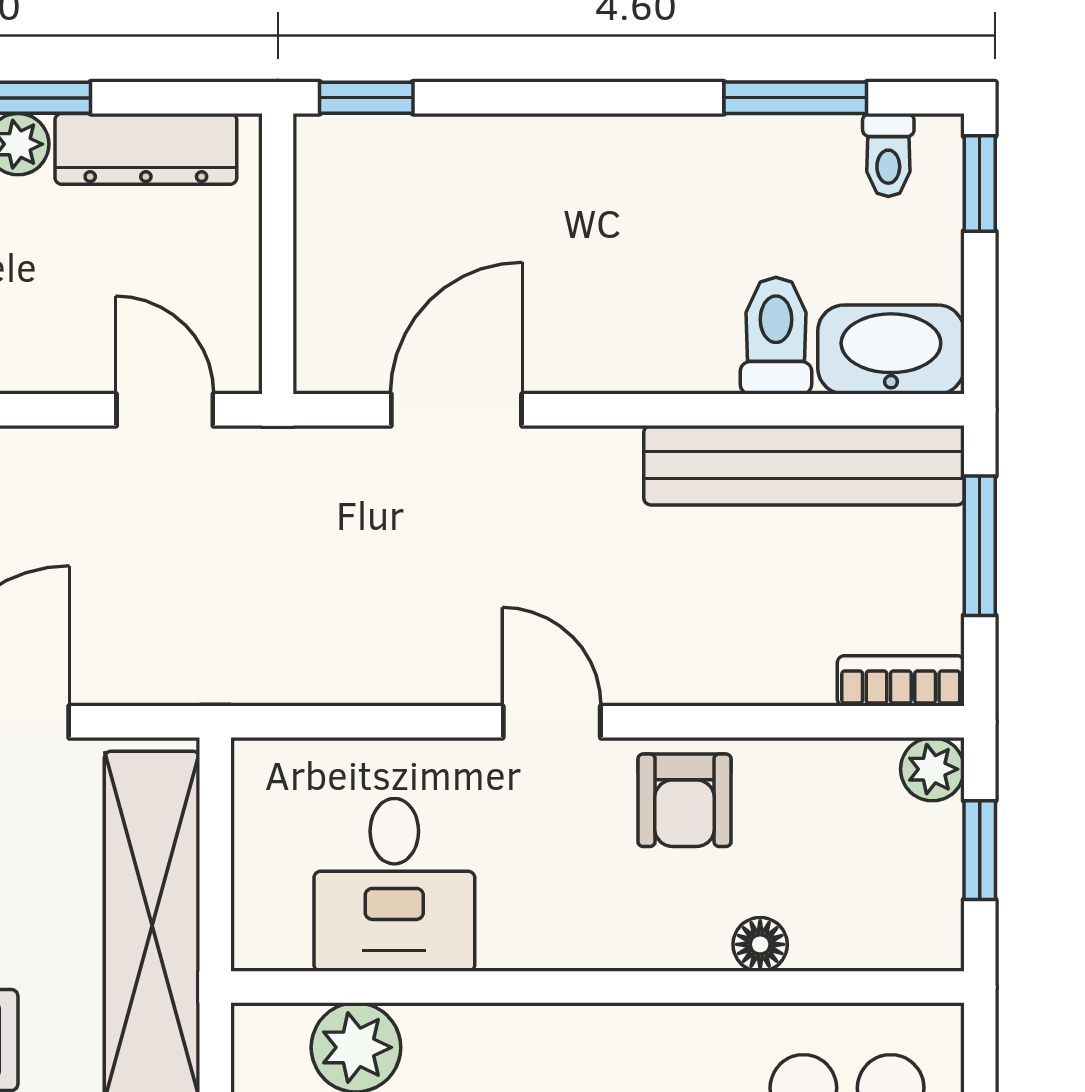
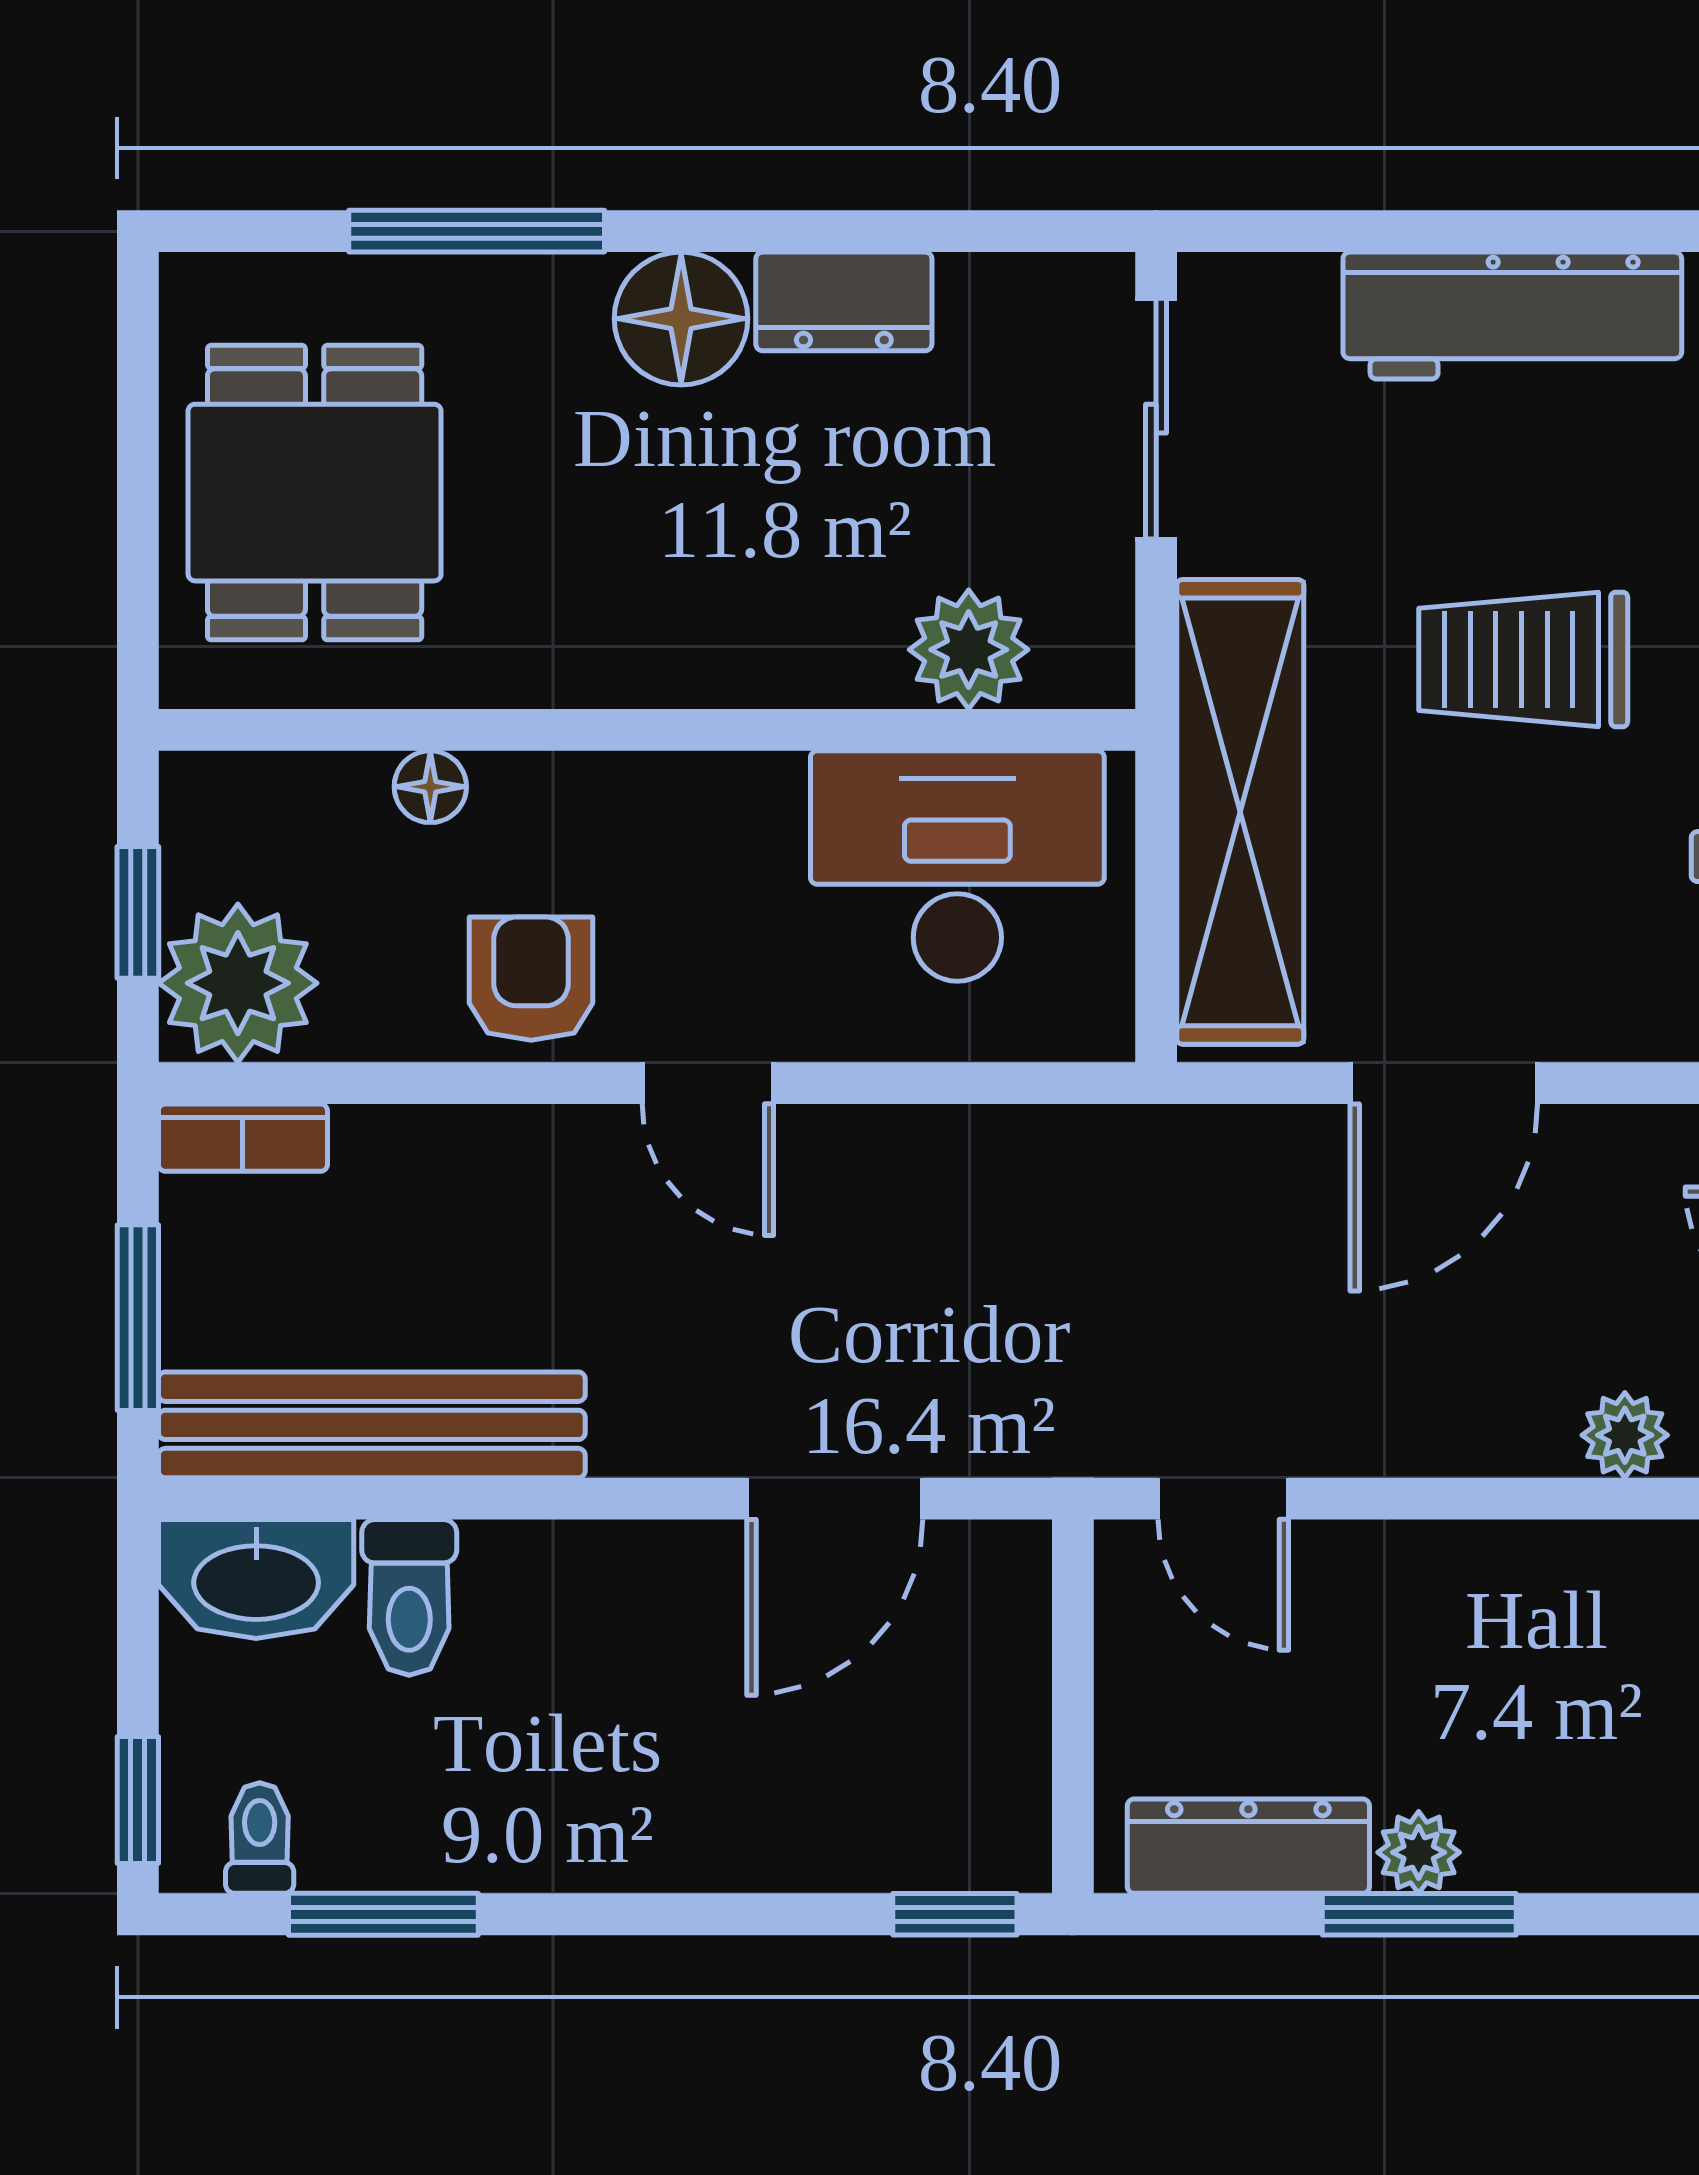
plant: (932, 769) -> (238, 983), width x1.88, depth x1.88
desk: (394, 885) -> (957, 866), width x1.37

